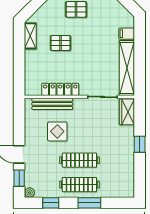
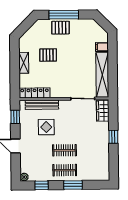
shelving: (30, 36) -> (24, 63), moved
locker: (60, 89) -> (35, 93), moved
clothes rail: (79, 160) -> (65, 150), width x0.73
window: (19, 178) -> (15, 117), moved
clothes rail: (79, 185) -> (65, 170), width x0.73

